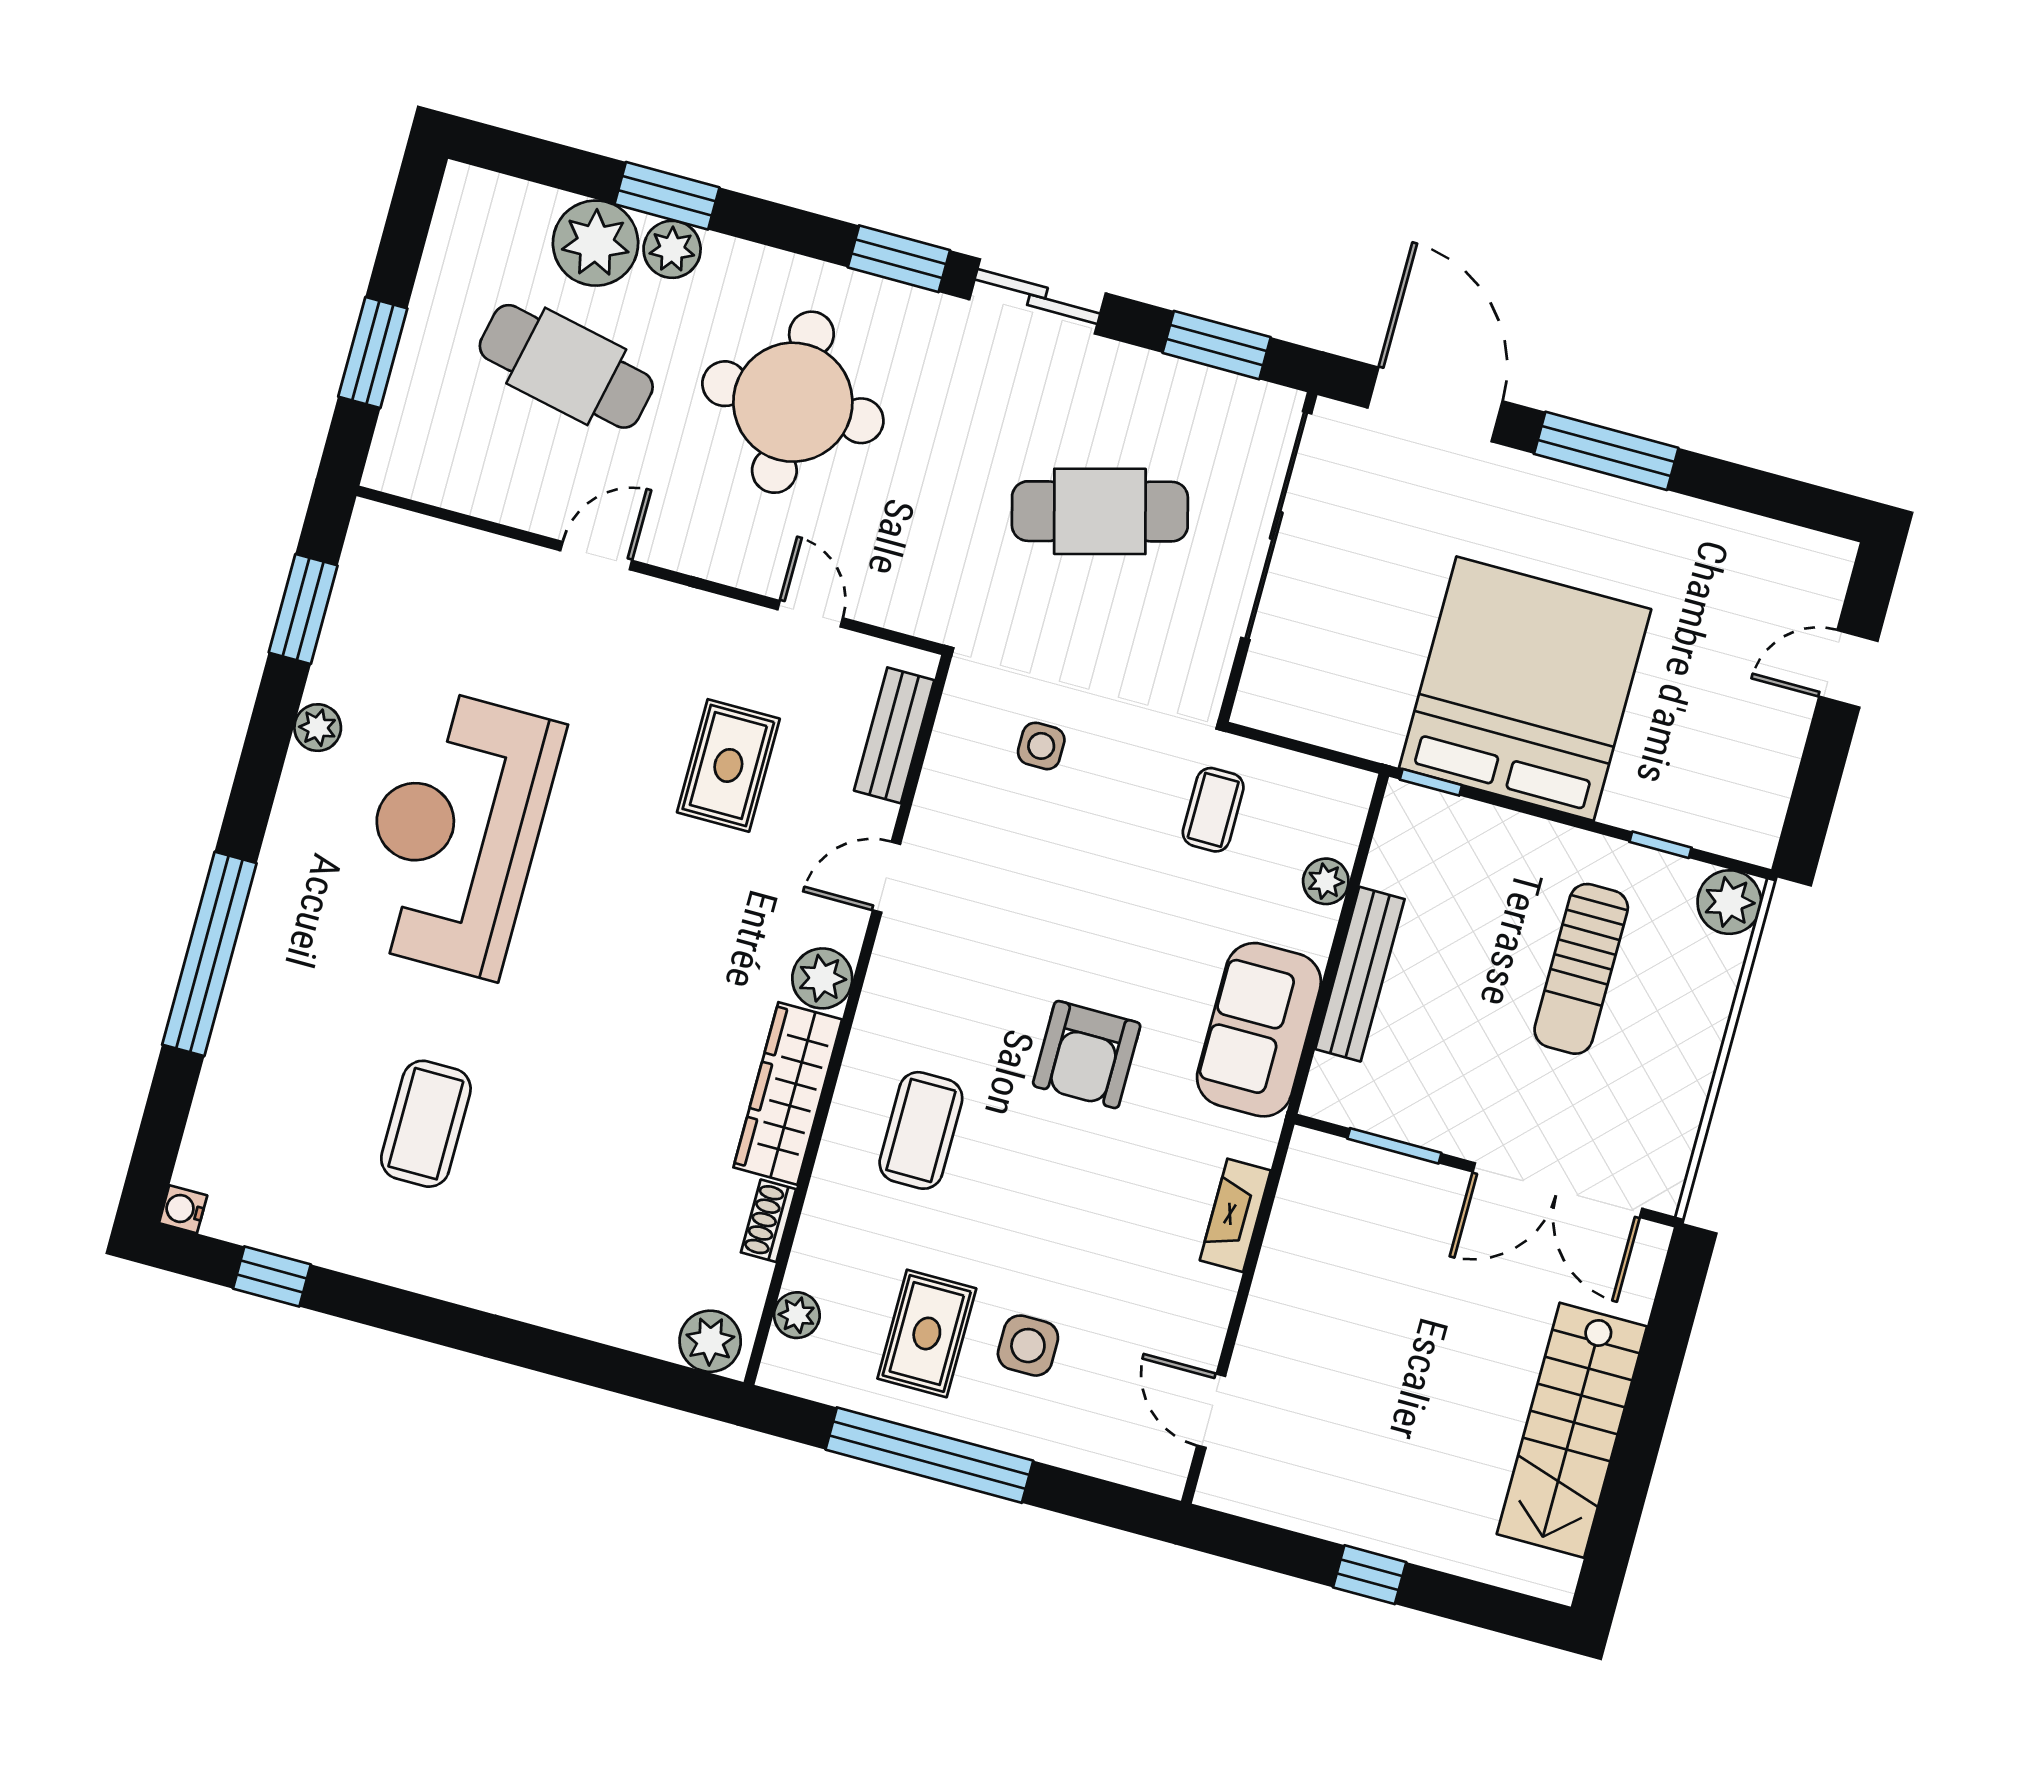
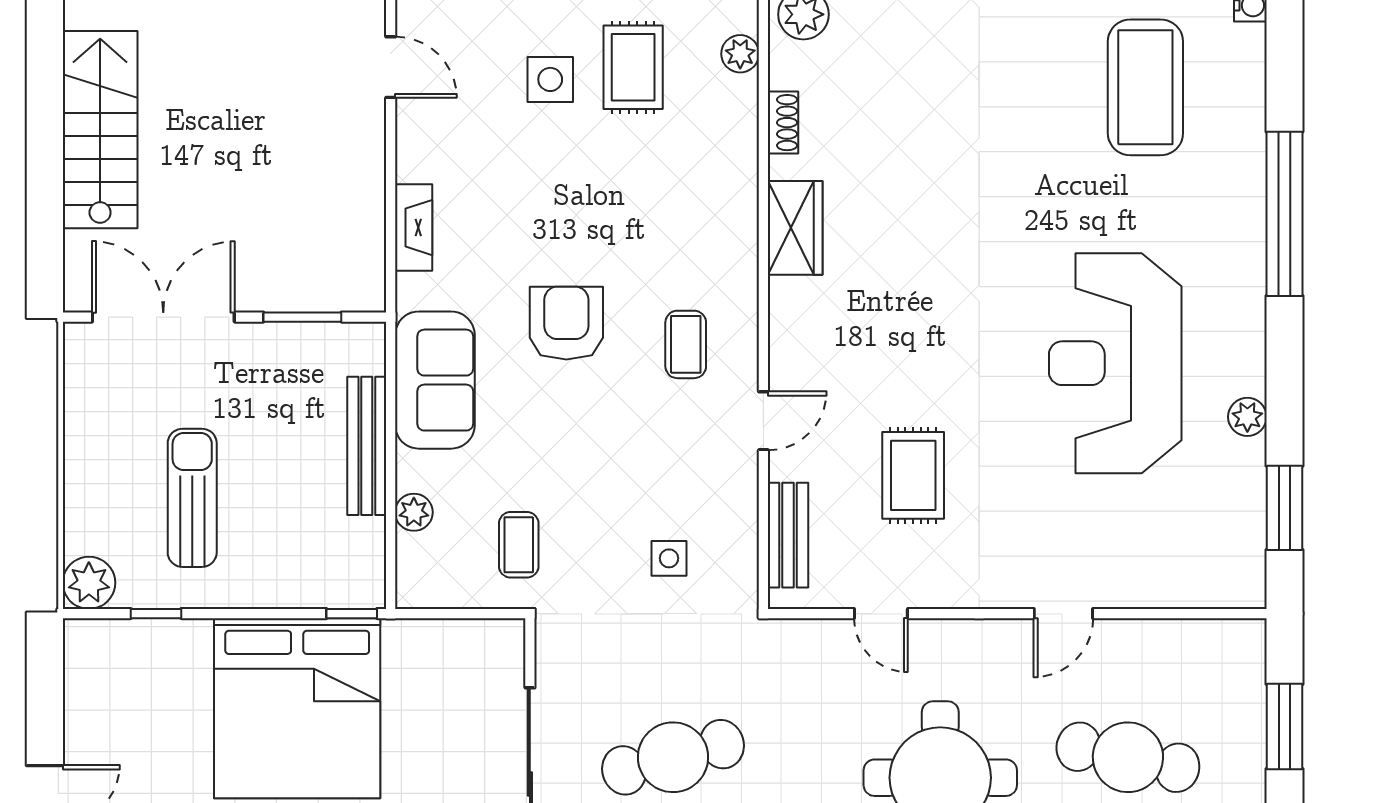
reception desk: (456, 833) -> (1115, 363), turned 180
plant: (822, 978) -> (793, 327), removed
wardrobe: (788, 1093) -> (795, 228), width x0.67
coffee table: (426, 1124) -> (1145, 87), moved, width x1.36, depth x1.32
coffee table: (921, 1130) -> (686, 344), moved, width x0.73, depth x0.77

